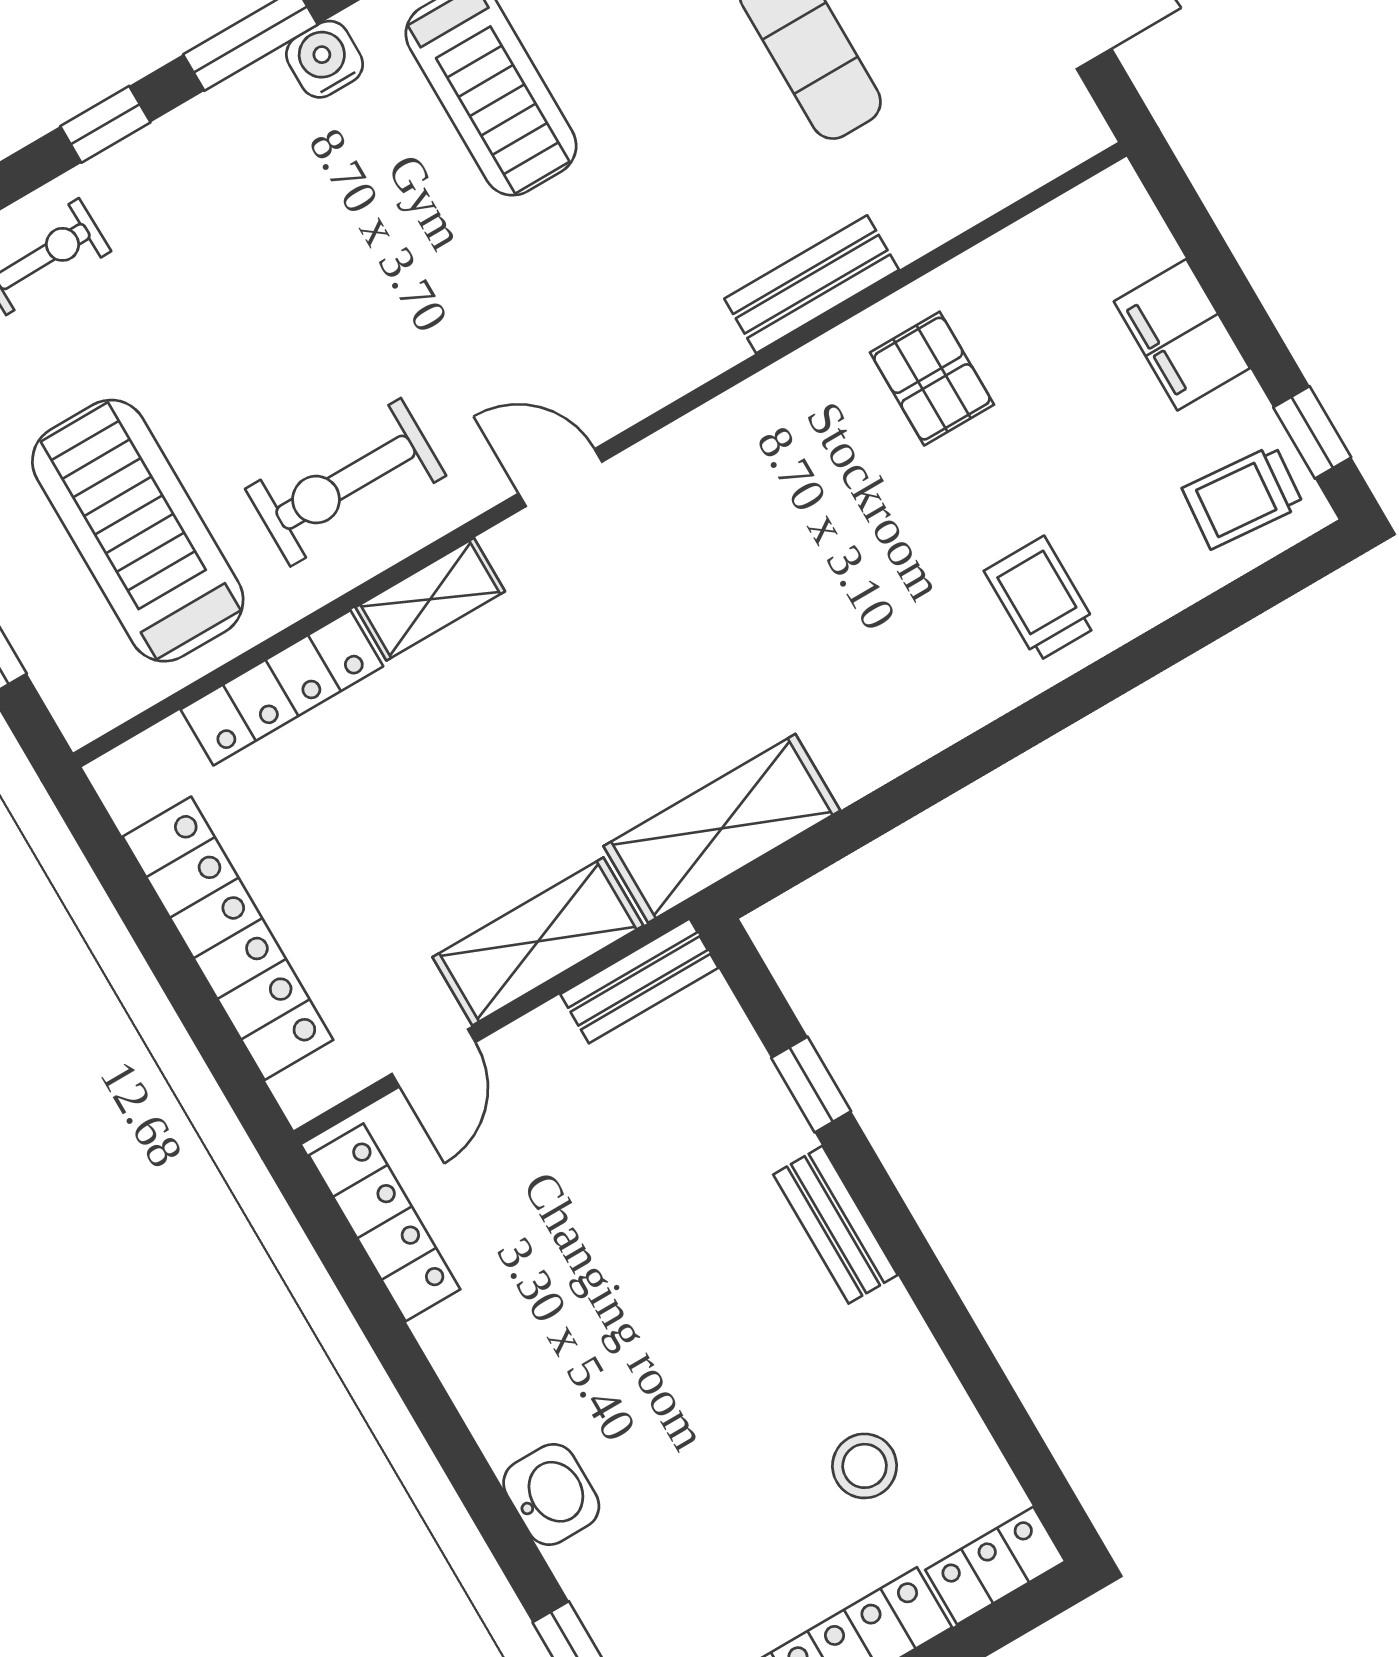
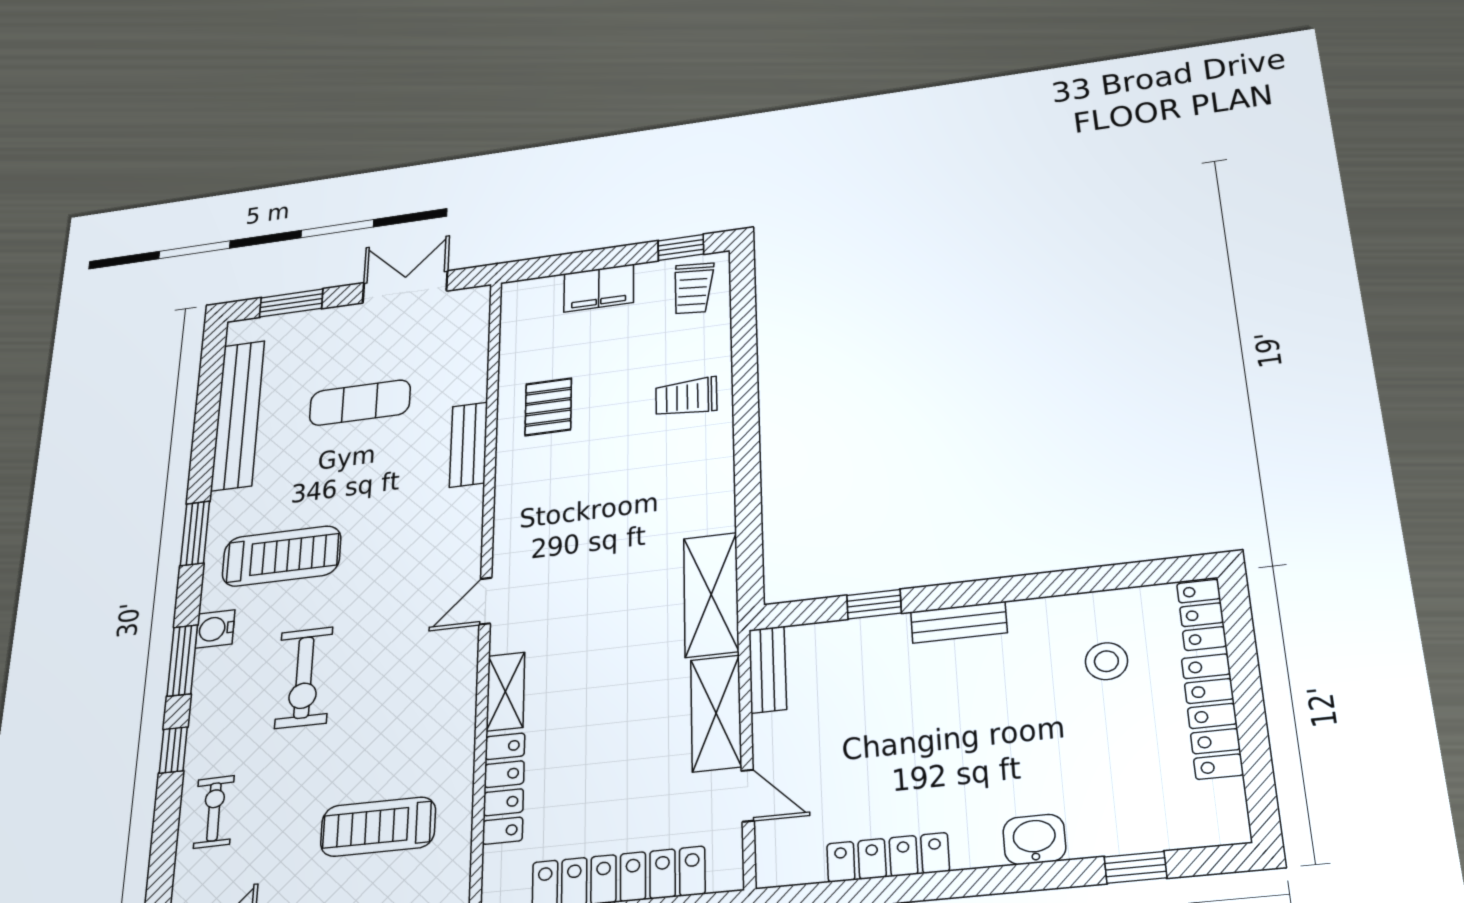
pallet: (932, 379) -> (548, 407), turned 90
exercise bike: (346, 482) -> (304, 677), moved
treadmill: (138, 531) -> (378, 827), width x0.73, depth x0.73
locker: (385, 1222) -> (888, 857), moved

